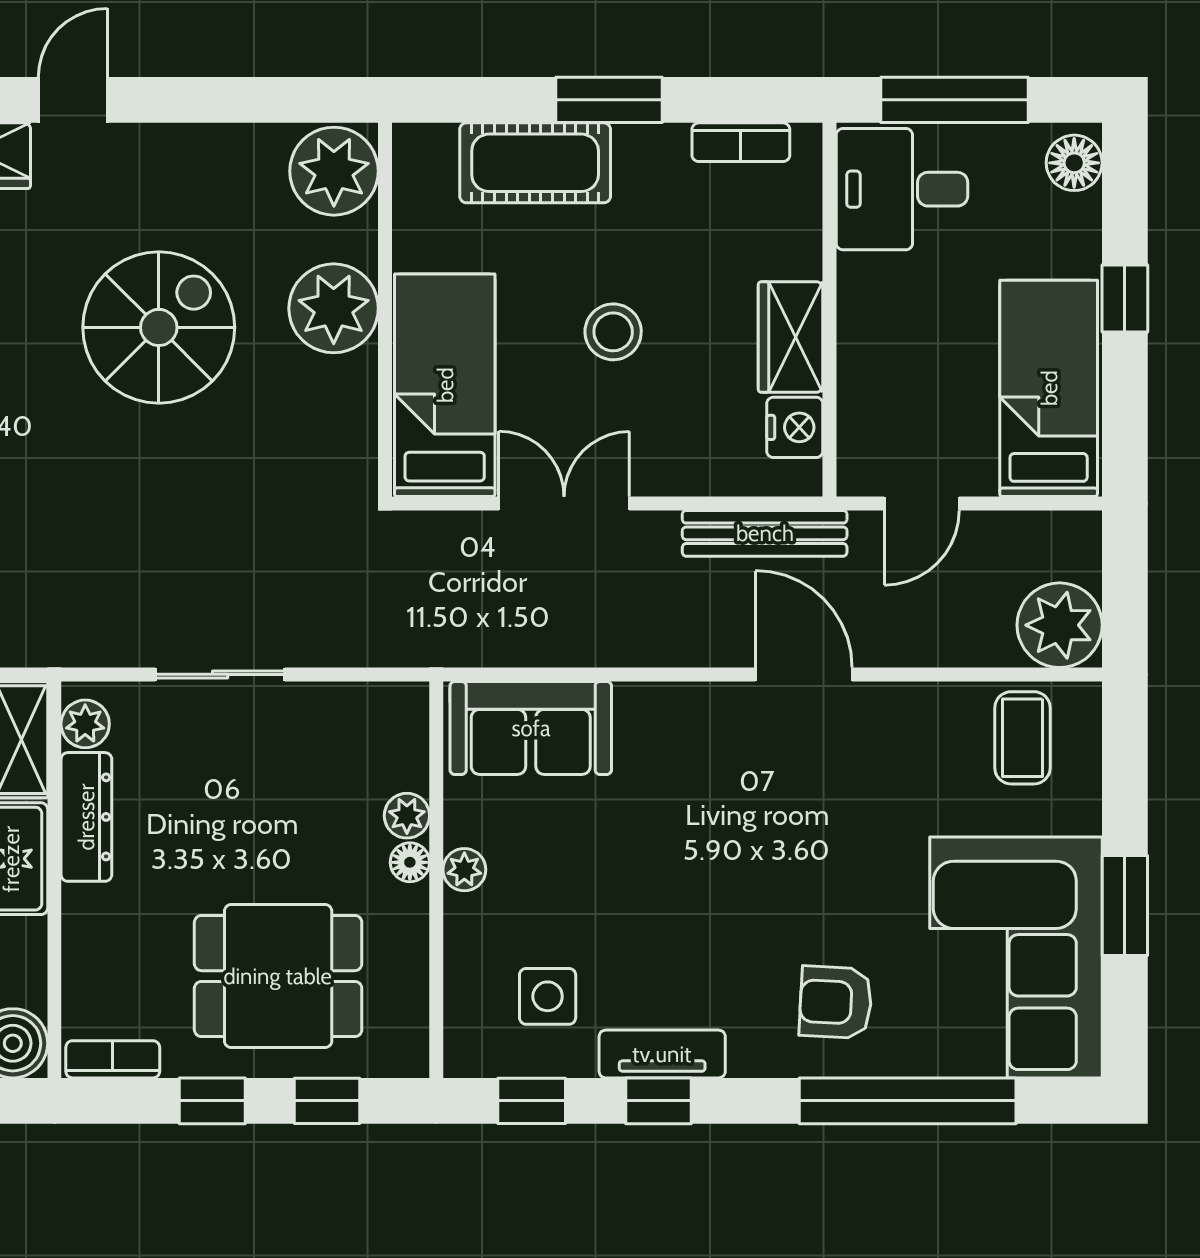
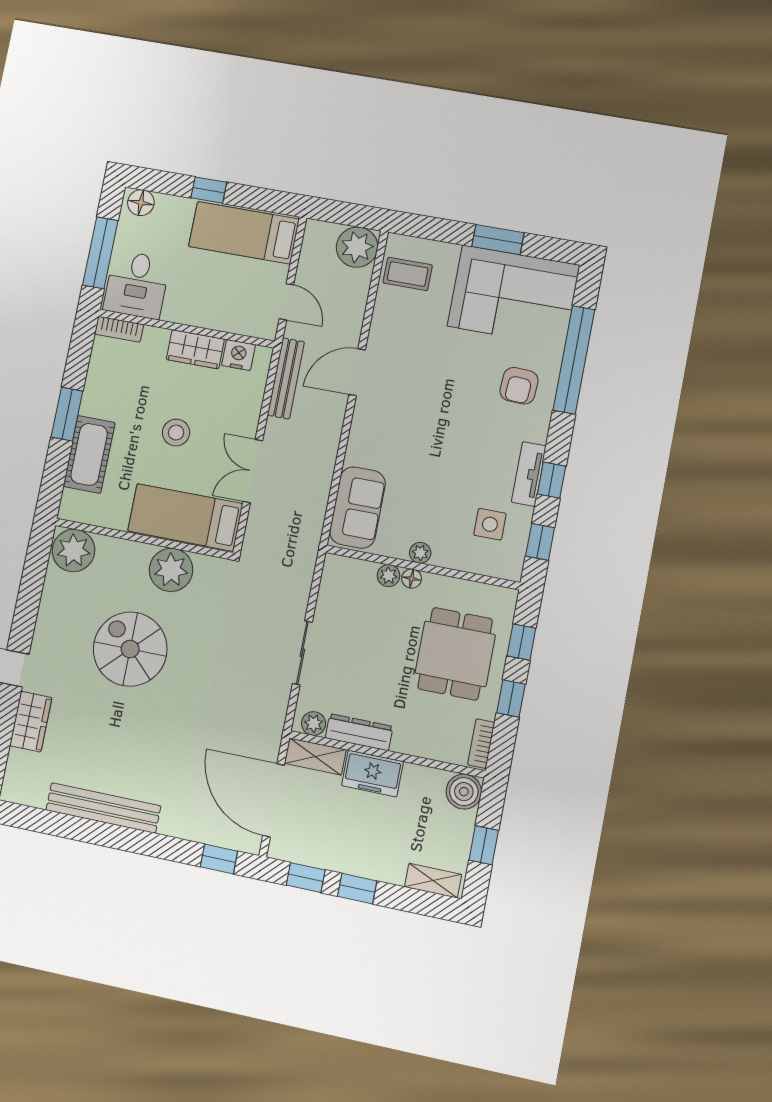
bookcase: (741, 142) -> (119, 329), moved, turned 90
plant: (334, 308) -> (171, 570), moved

